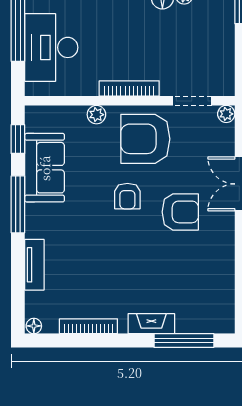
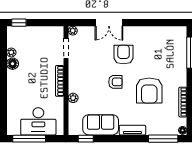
armchair: (145, 139) -> (149, 91), moved
window: (18, 204) -> (163, 139), moved
tv unit: (34, 265) -> (132, 130), moved
fireplace: (151, 324) -> (181, 69), removed

